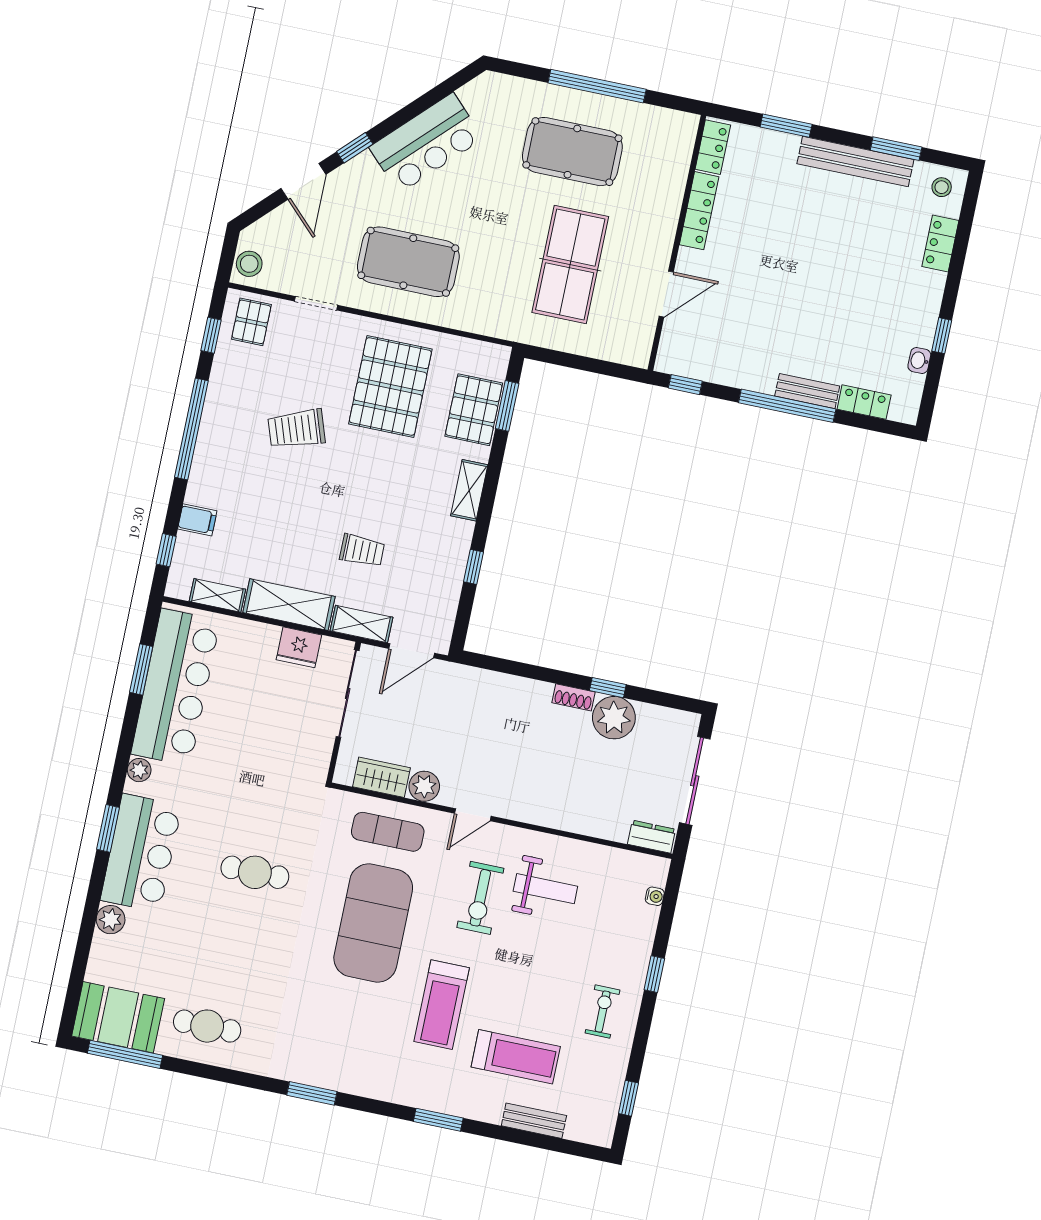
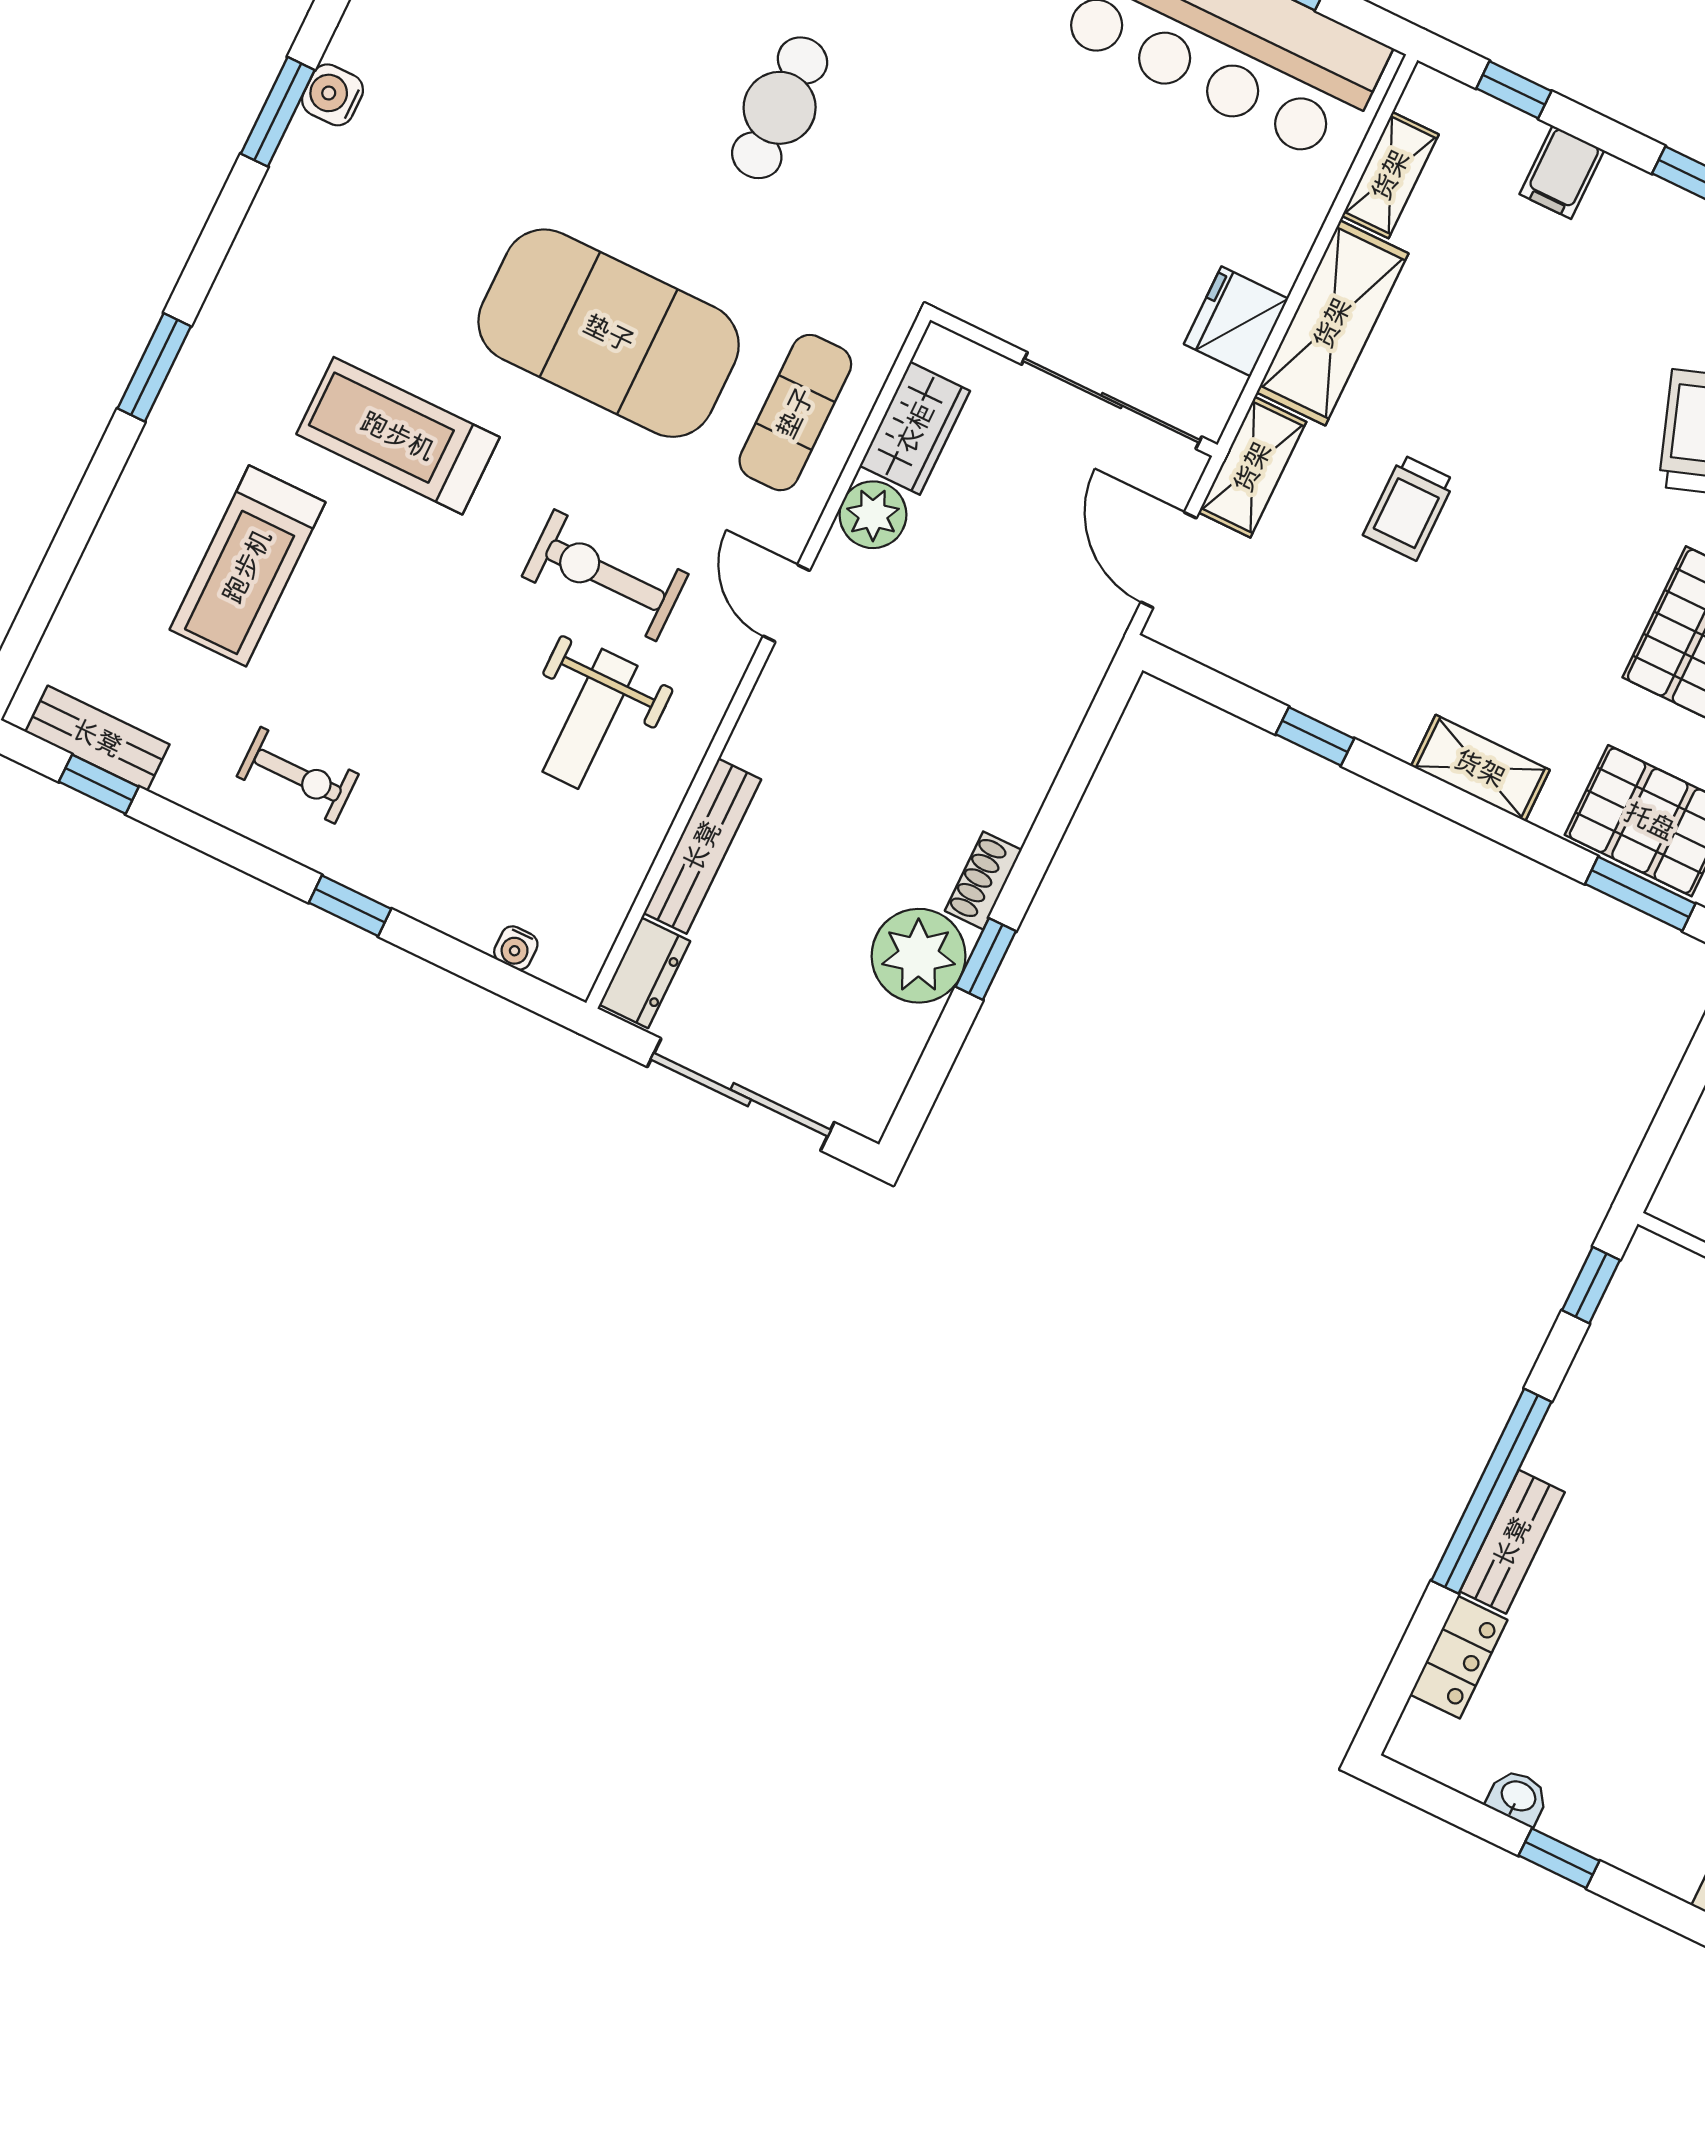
bench: (589, 825) -> (702, 846), added
water cooler: (298, 1071) -> (333, 95), added
bench: (534, 1121) -> (97, 738), moved, turned 90

